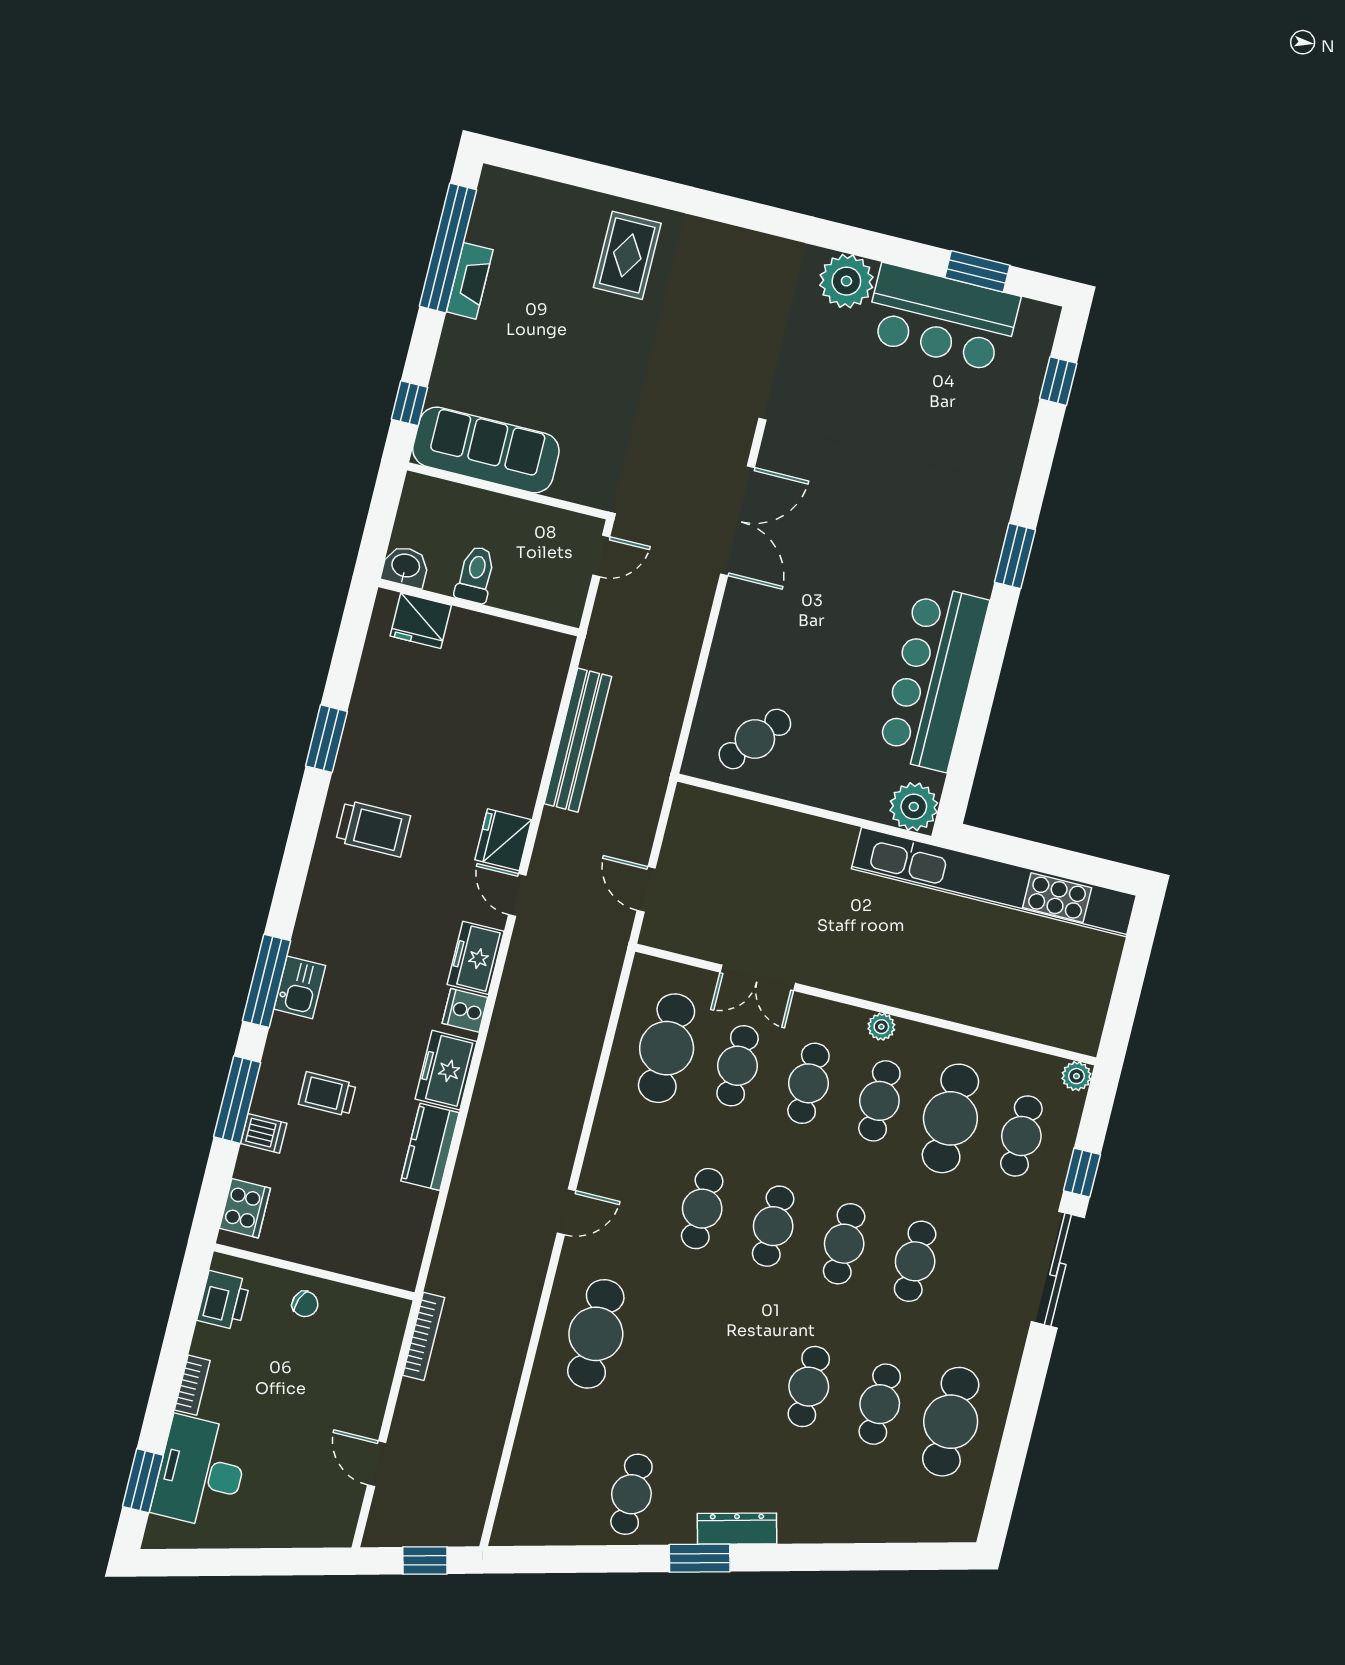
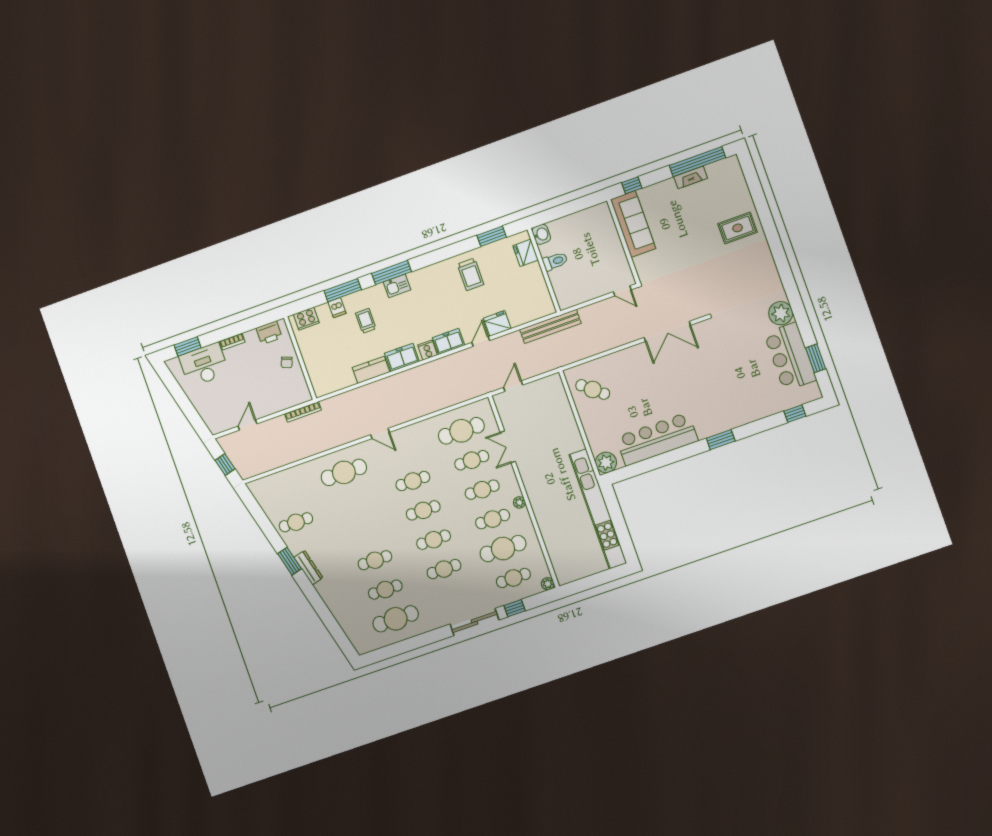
washbasin: (405, 567) -> (541, 234), moved
toilet: (475, 575) -> (555, 261), moved
wall: (479, 608) -> (544, 270), moved
fridge: (421, 621) -> (526, 253), moved

